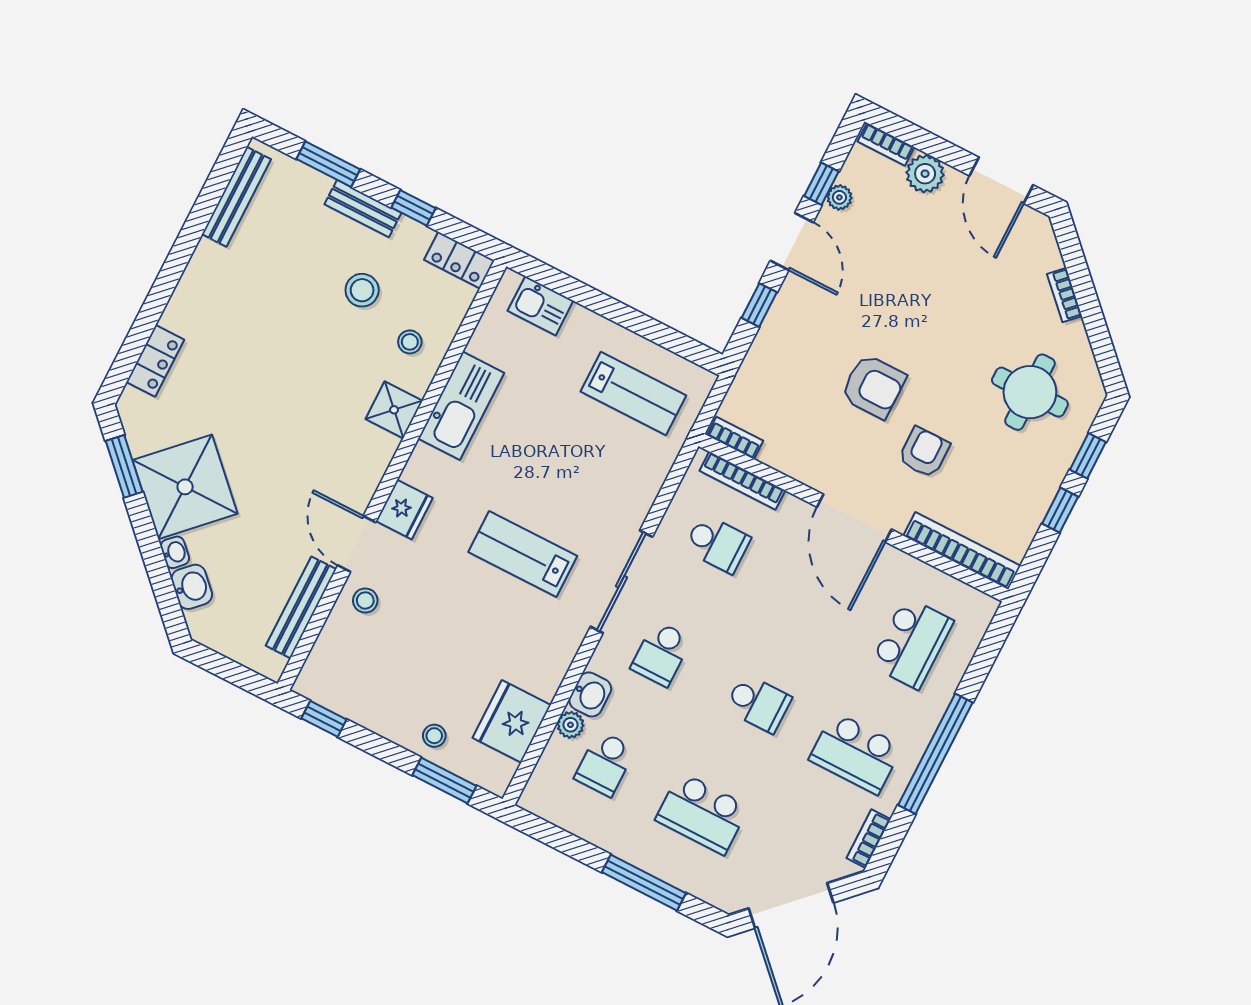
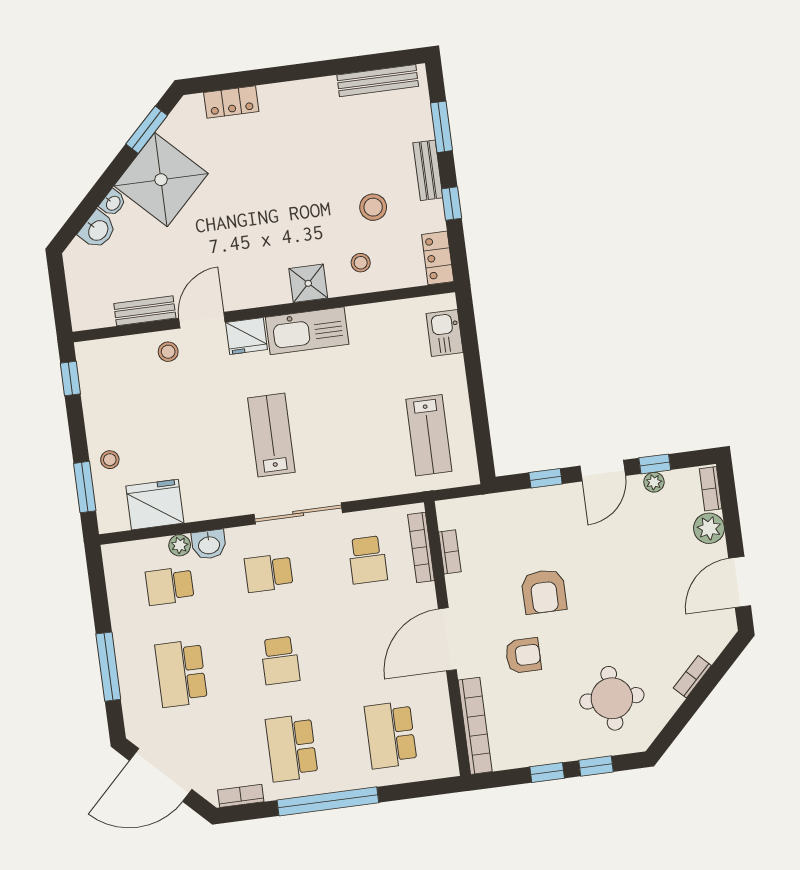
kitchen sink: (461, 406) -> (307, 331), moved
bookcase: (735, 438) -> (450, 552), moved
bench: (301, 607) -> (145, 311), width x0.73
school desk: (912, 643) -> (391, 735), turned 90

